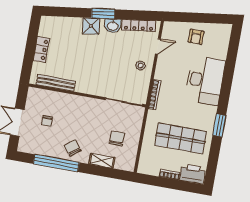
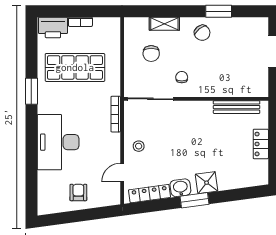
chair: (47, 121) -> (182, 77), moved
window: (56, 163) -> (219, 11), width x0.47

